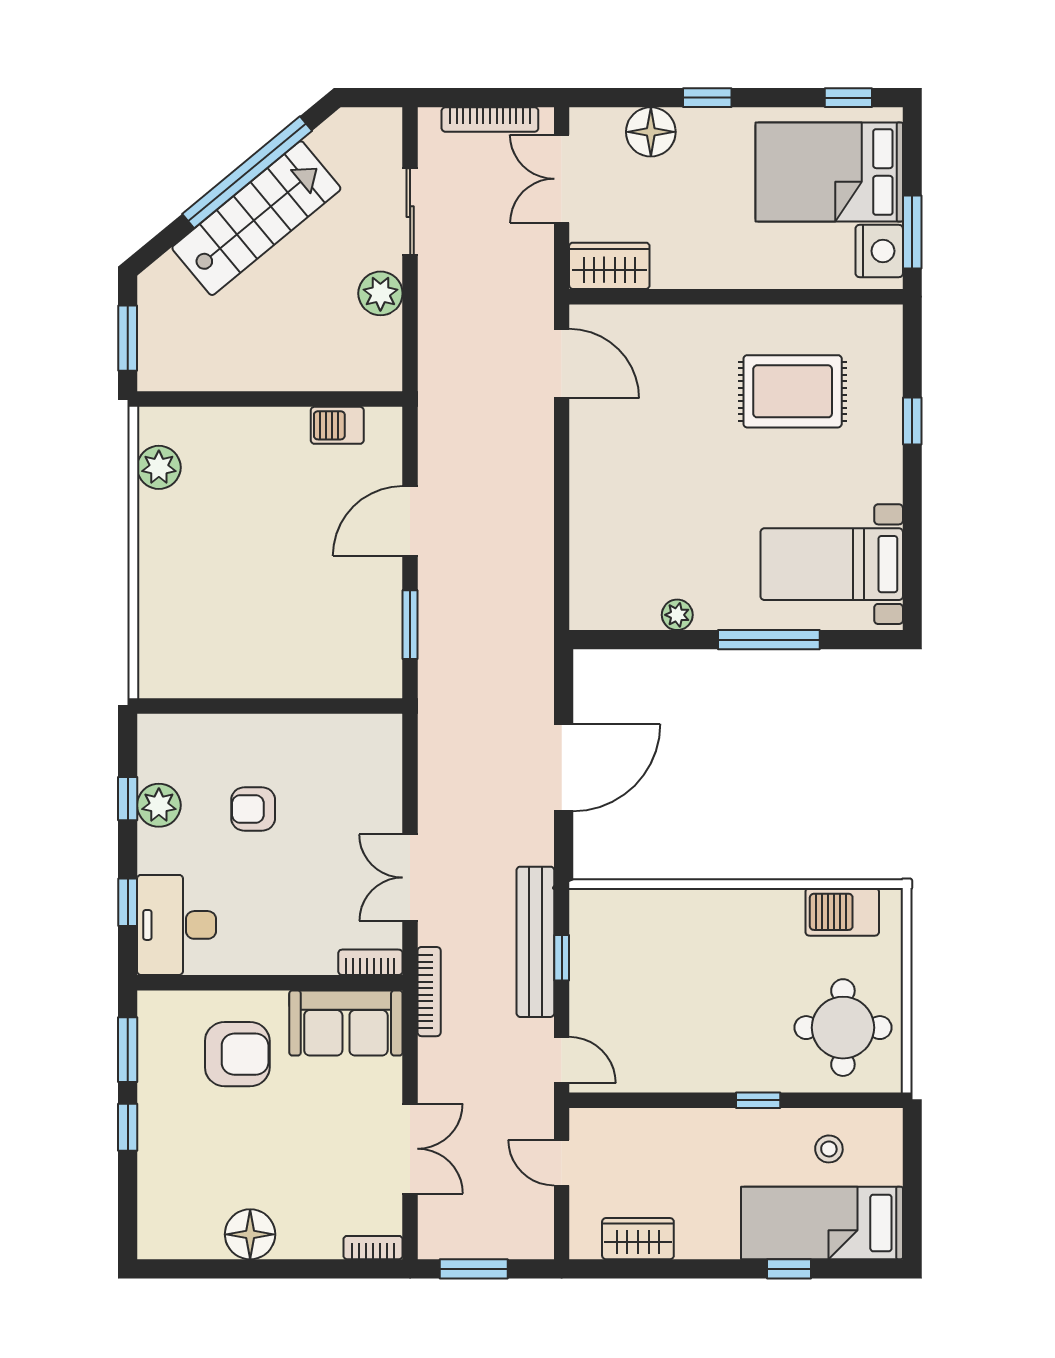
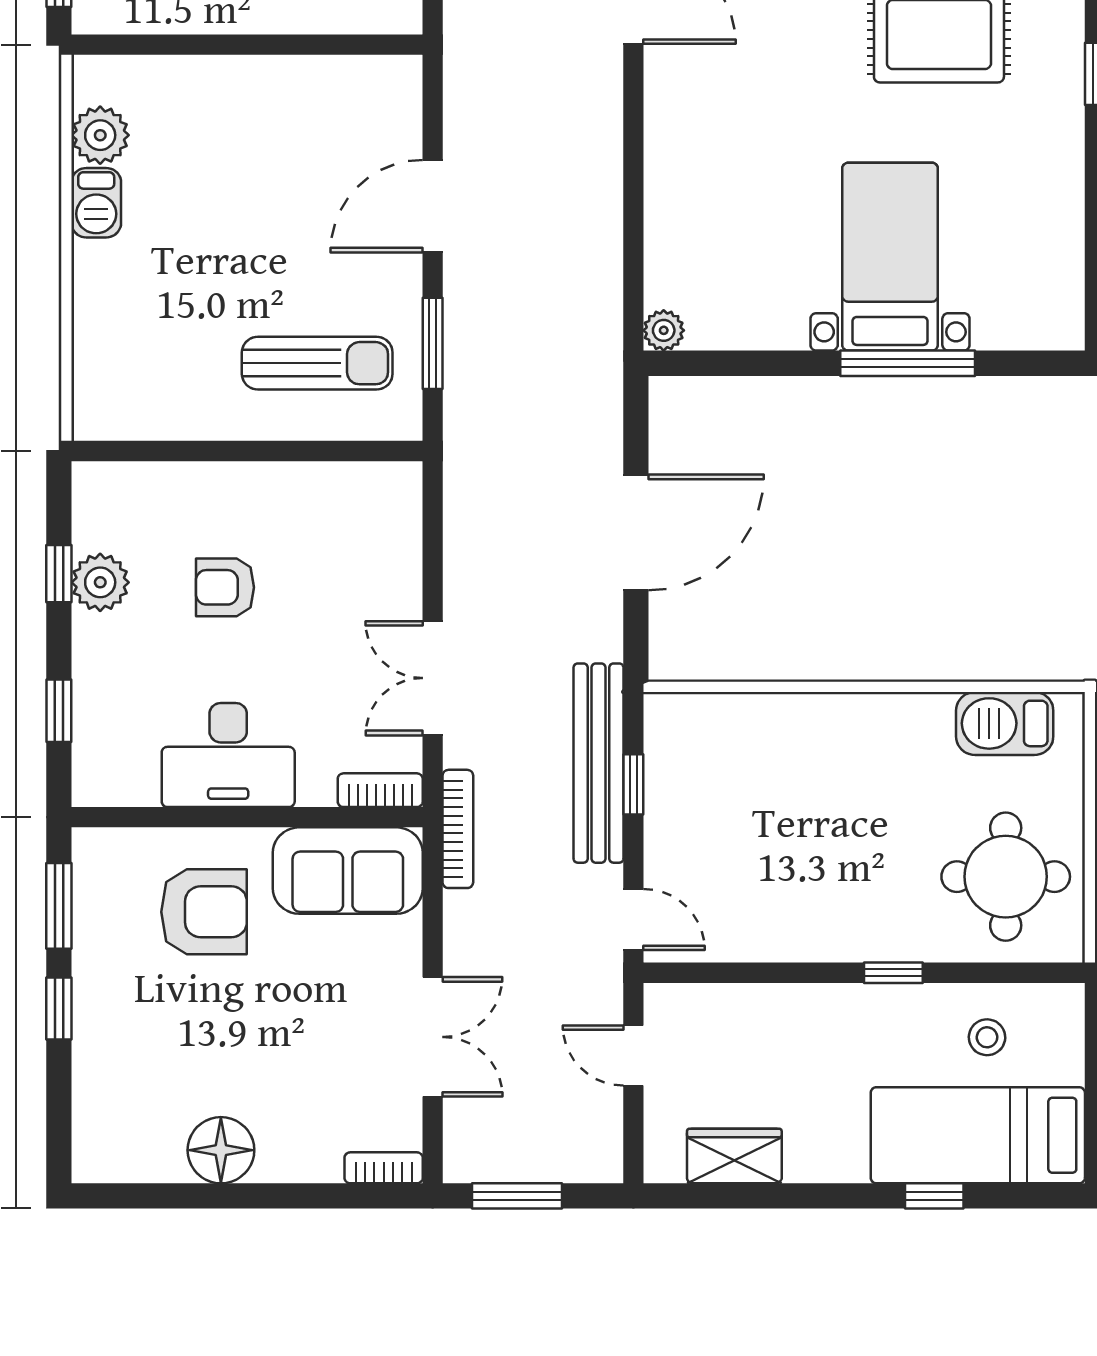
barbecue: (337, 425) -> (96, 203), moved, turned -90
bed with nightstands: (832, 564) -> (890, 257), moved, turned 90
plant: (677, 615) -> (664, 330), moved
sun lounger: (323, 640) -> (317, 363), added
desk: (177, 925) -> (228, 755), moved, turned -90

